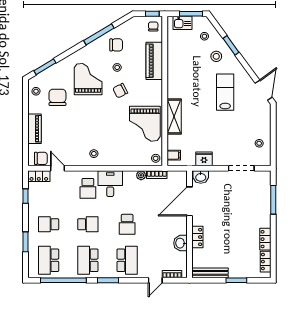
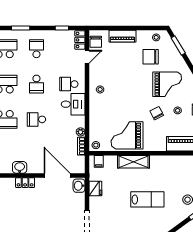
lab bench: (225, 92) -> (147, 199), moved
chair: (57, 97) -> (151, 57), turned 180

